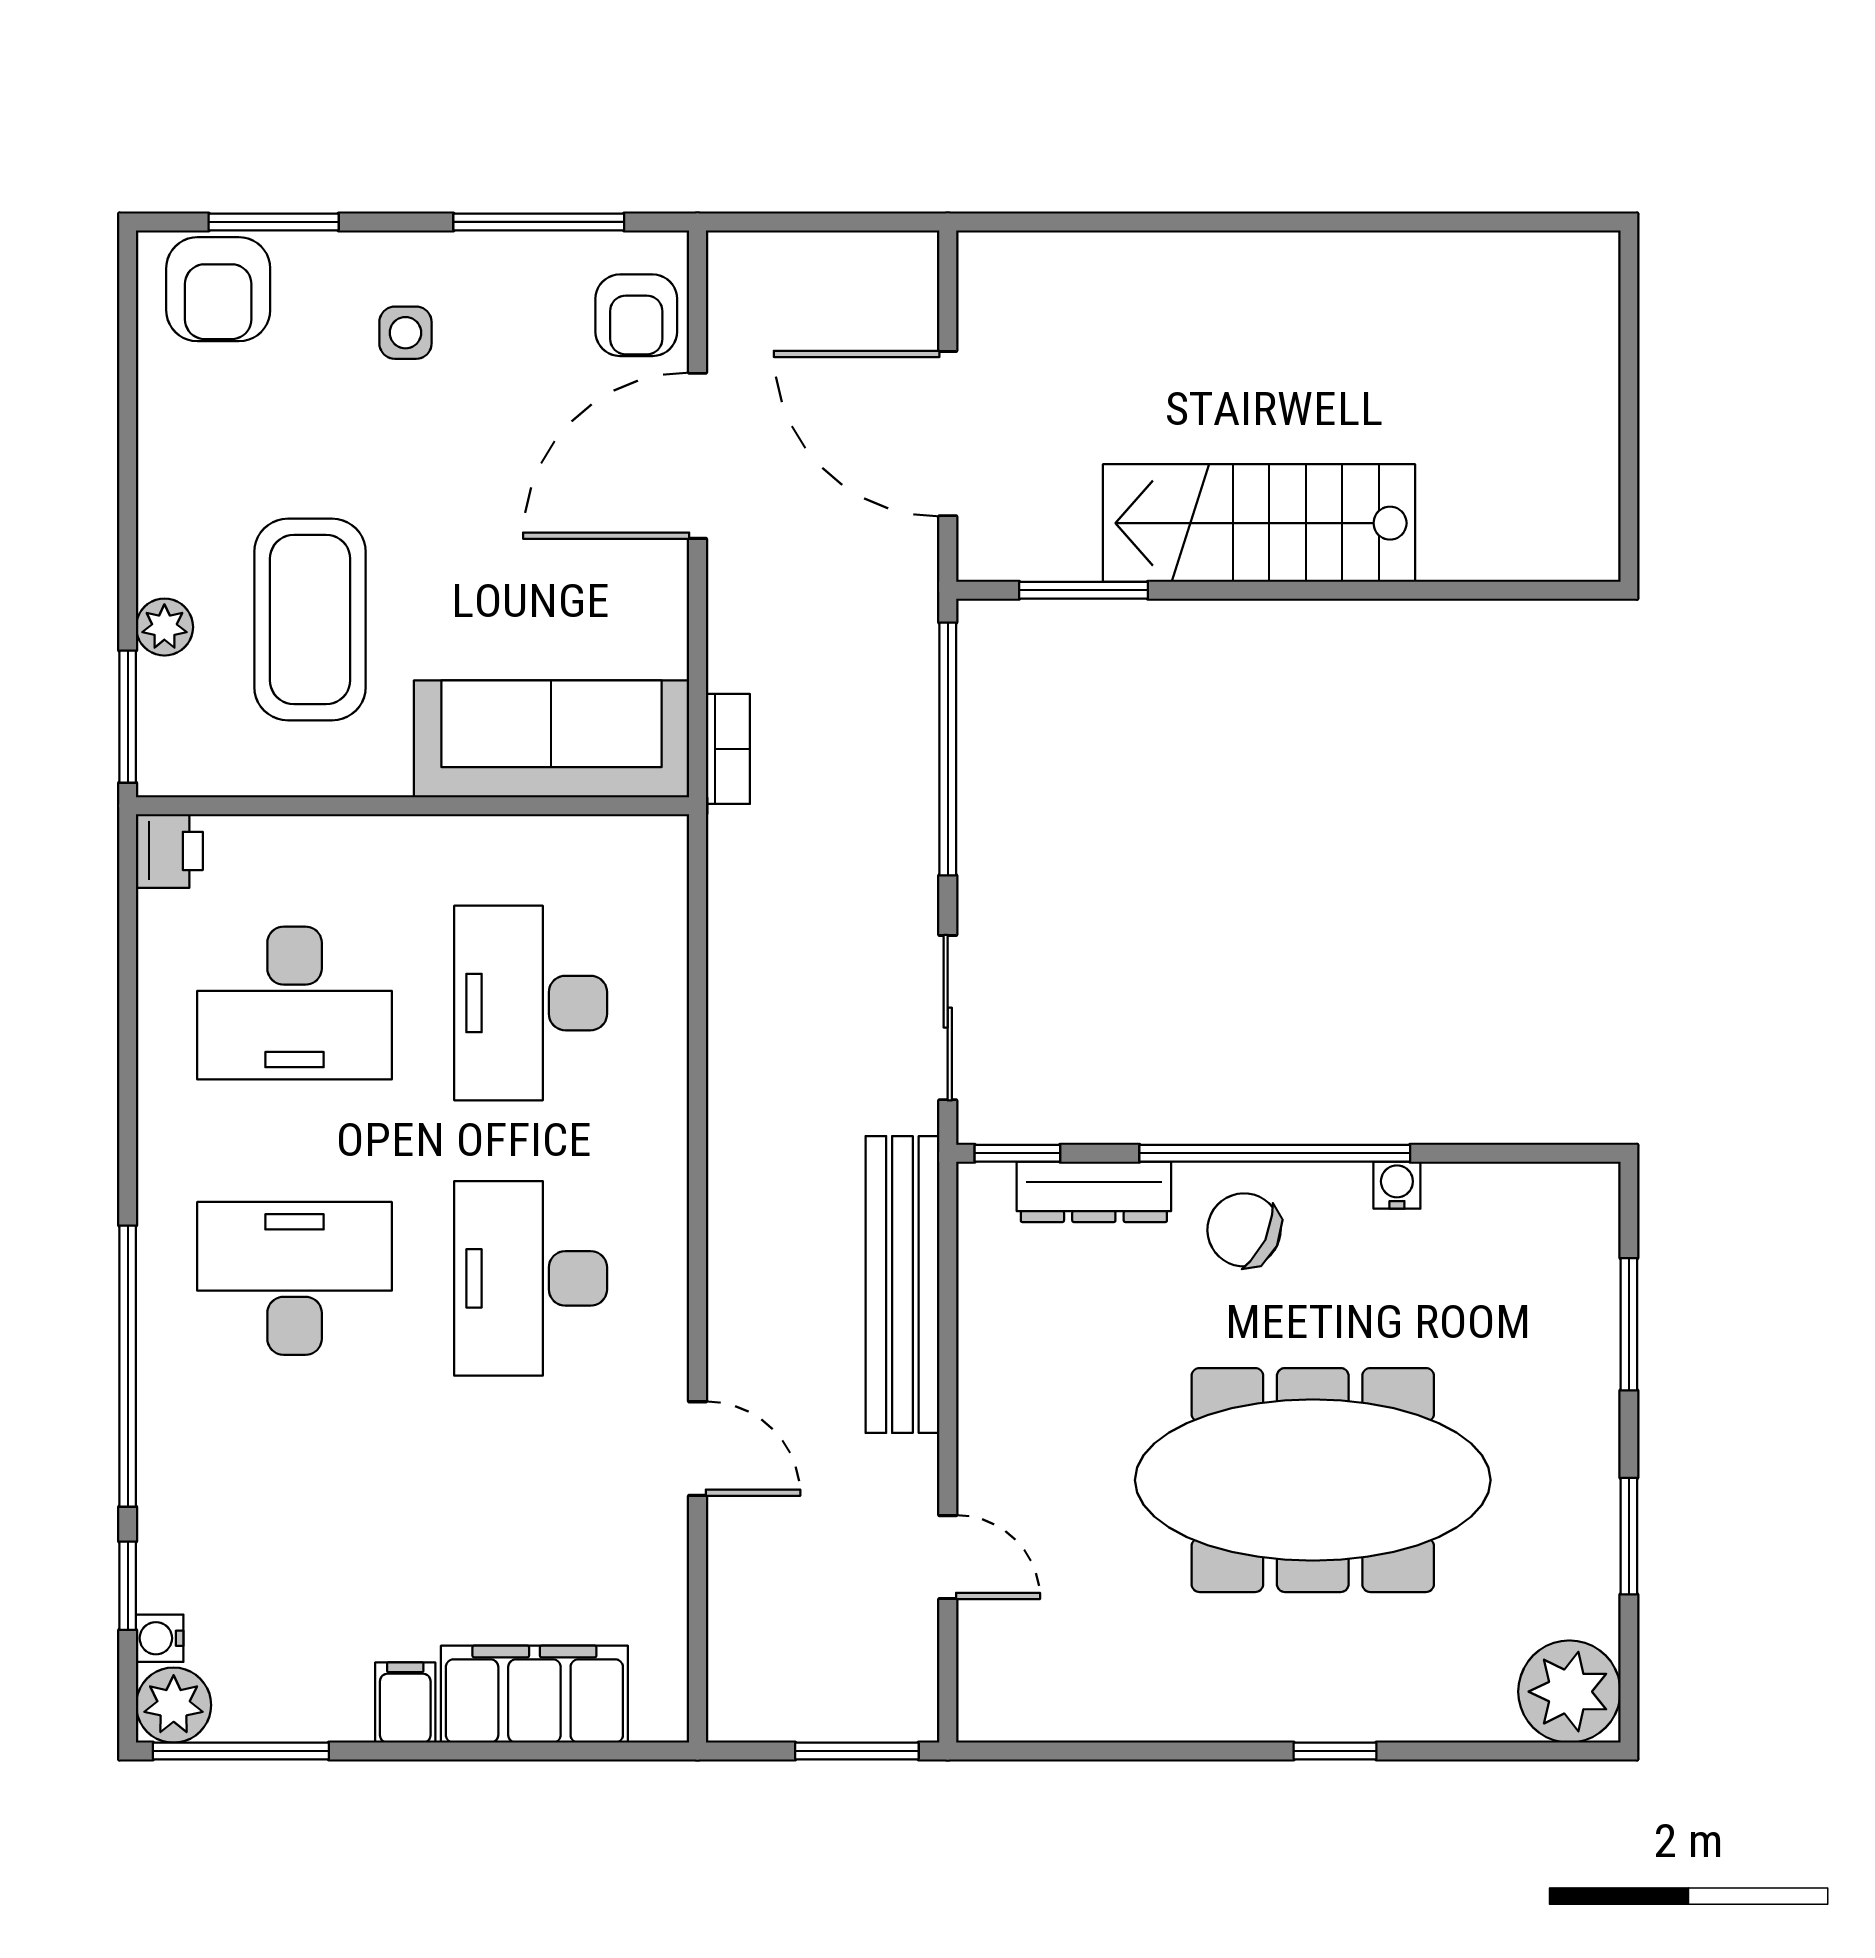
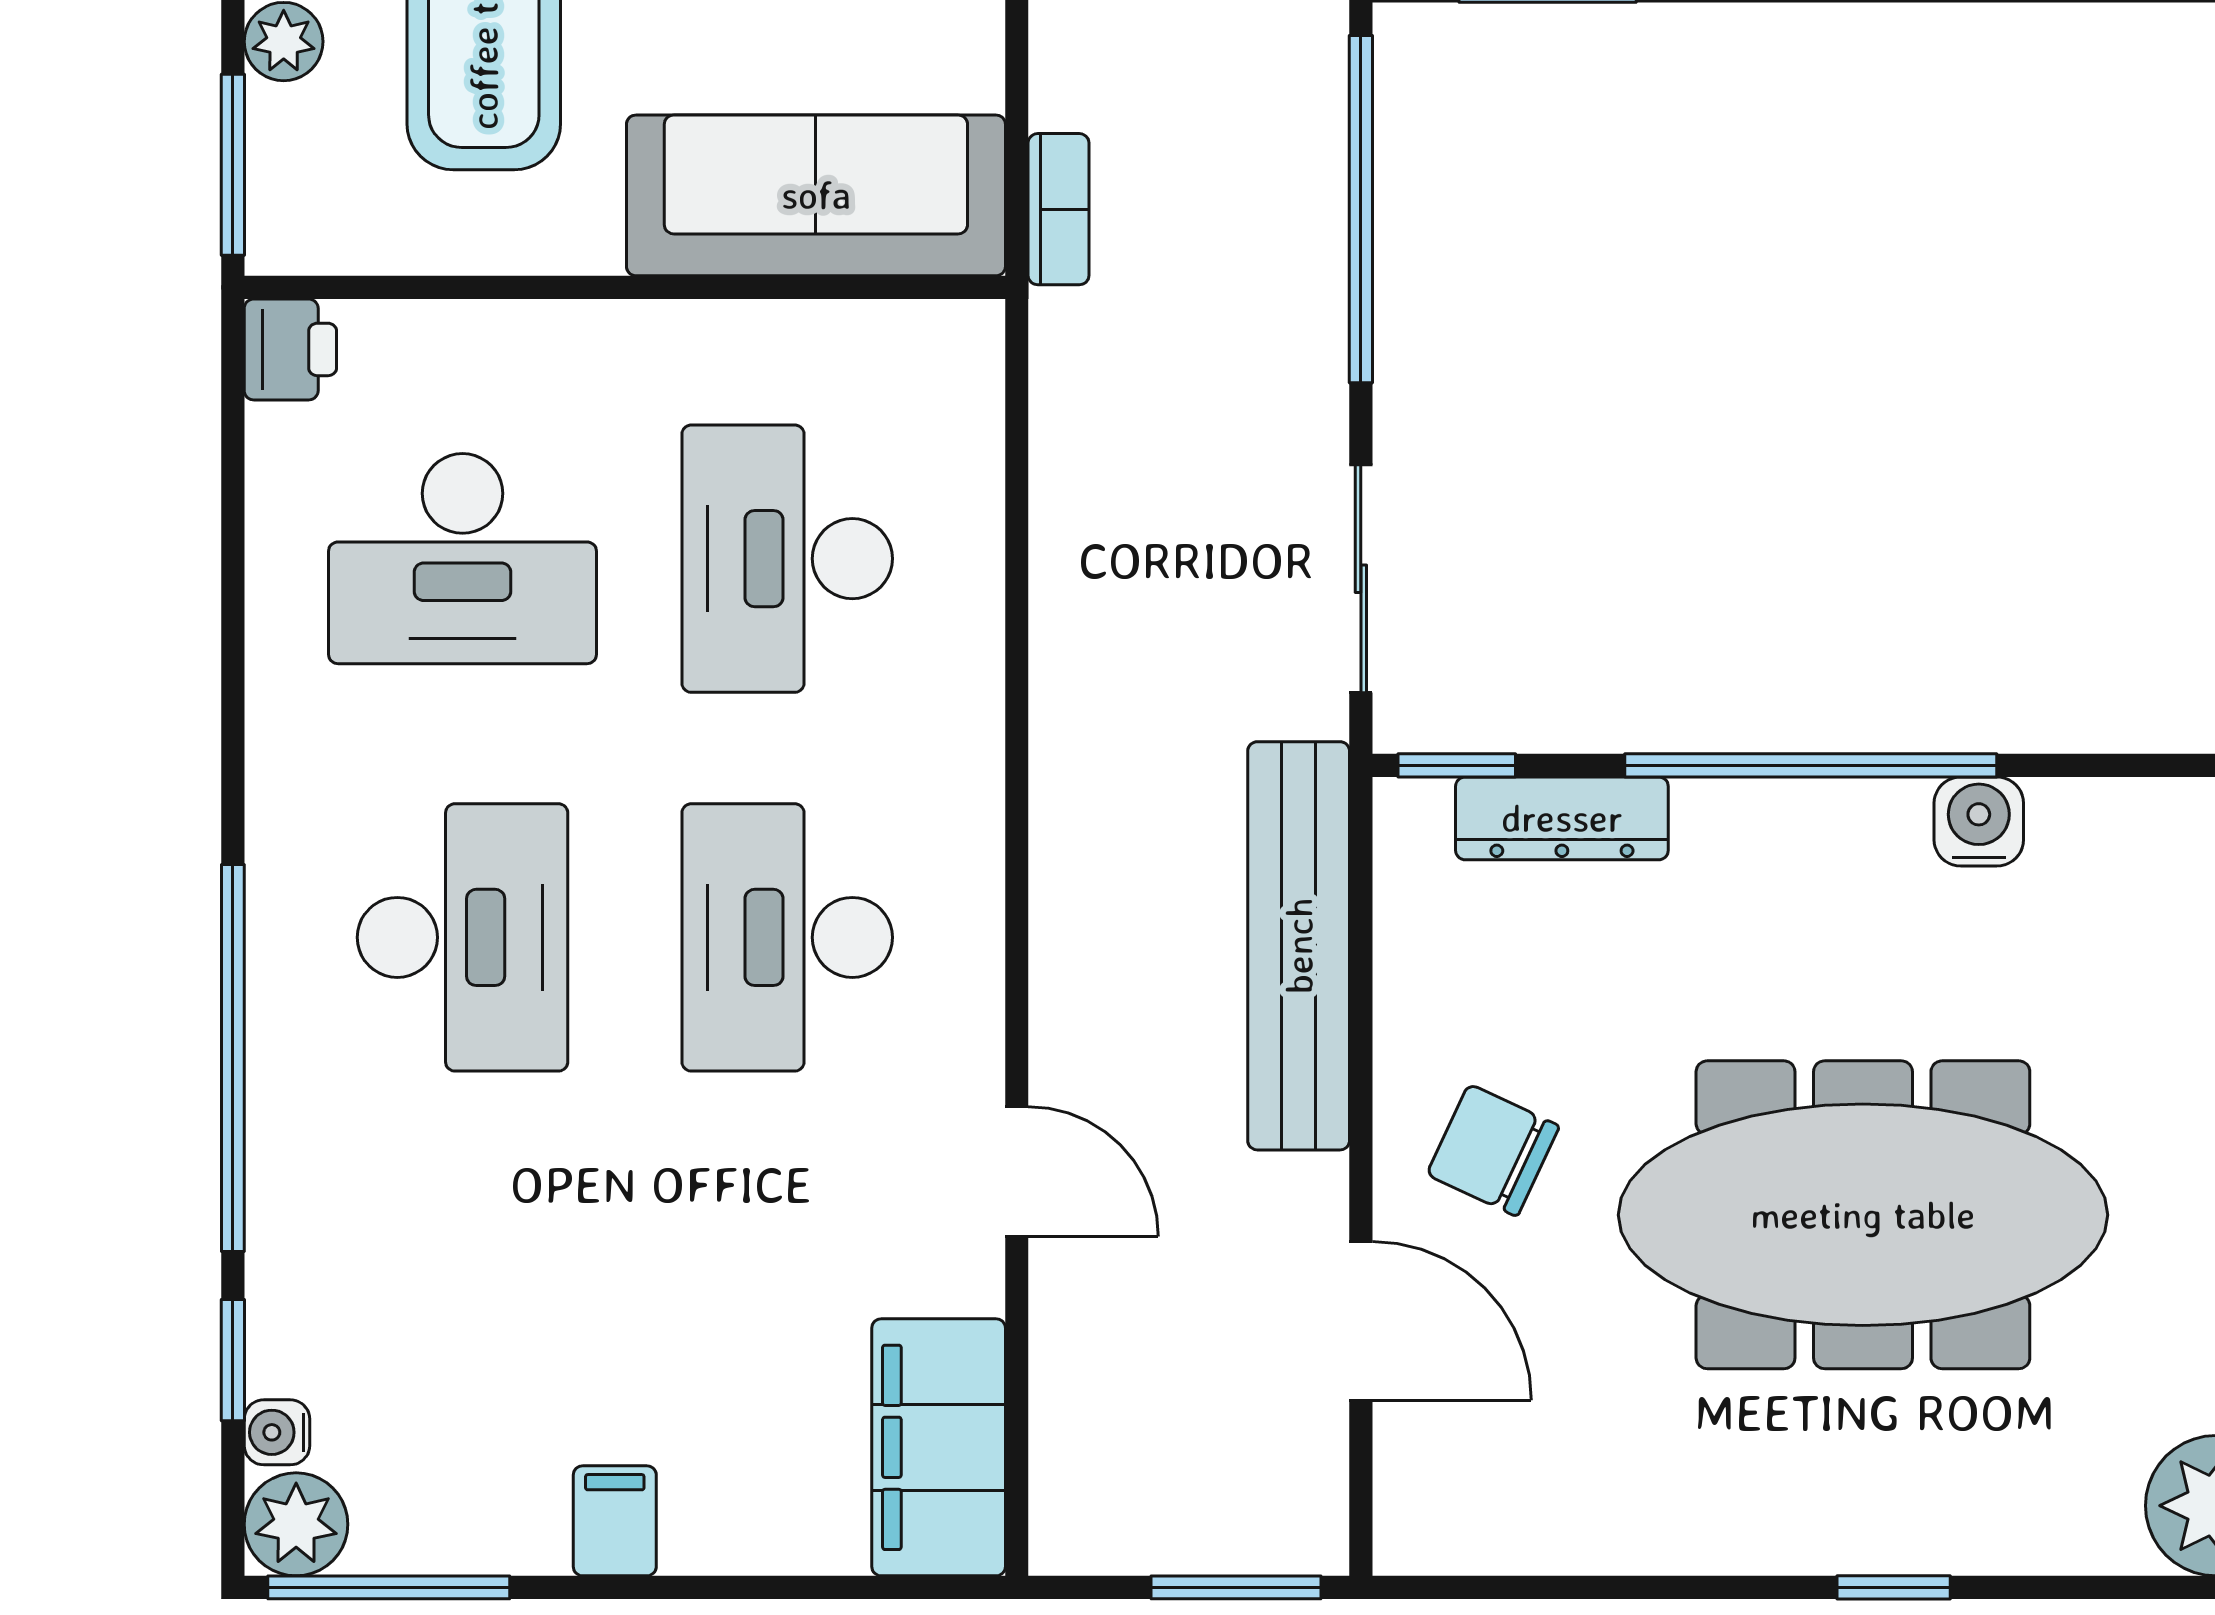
water cooler: (1397, 1185) -> (1979, 821), width x1.38, depth x1.38
chair: (1244, 1230) -> (1493, 1150), moved
desk: (295, 1278) -> (463, 937), turned 90
door: (948, 1557) -> (1361, 1321), width x1.38
filing cabinet: (534, 1694) -> (939, 1447), moved, turned -90

